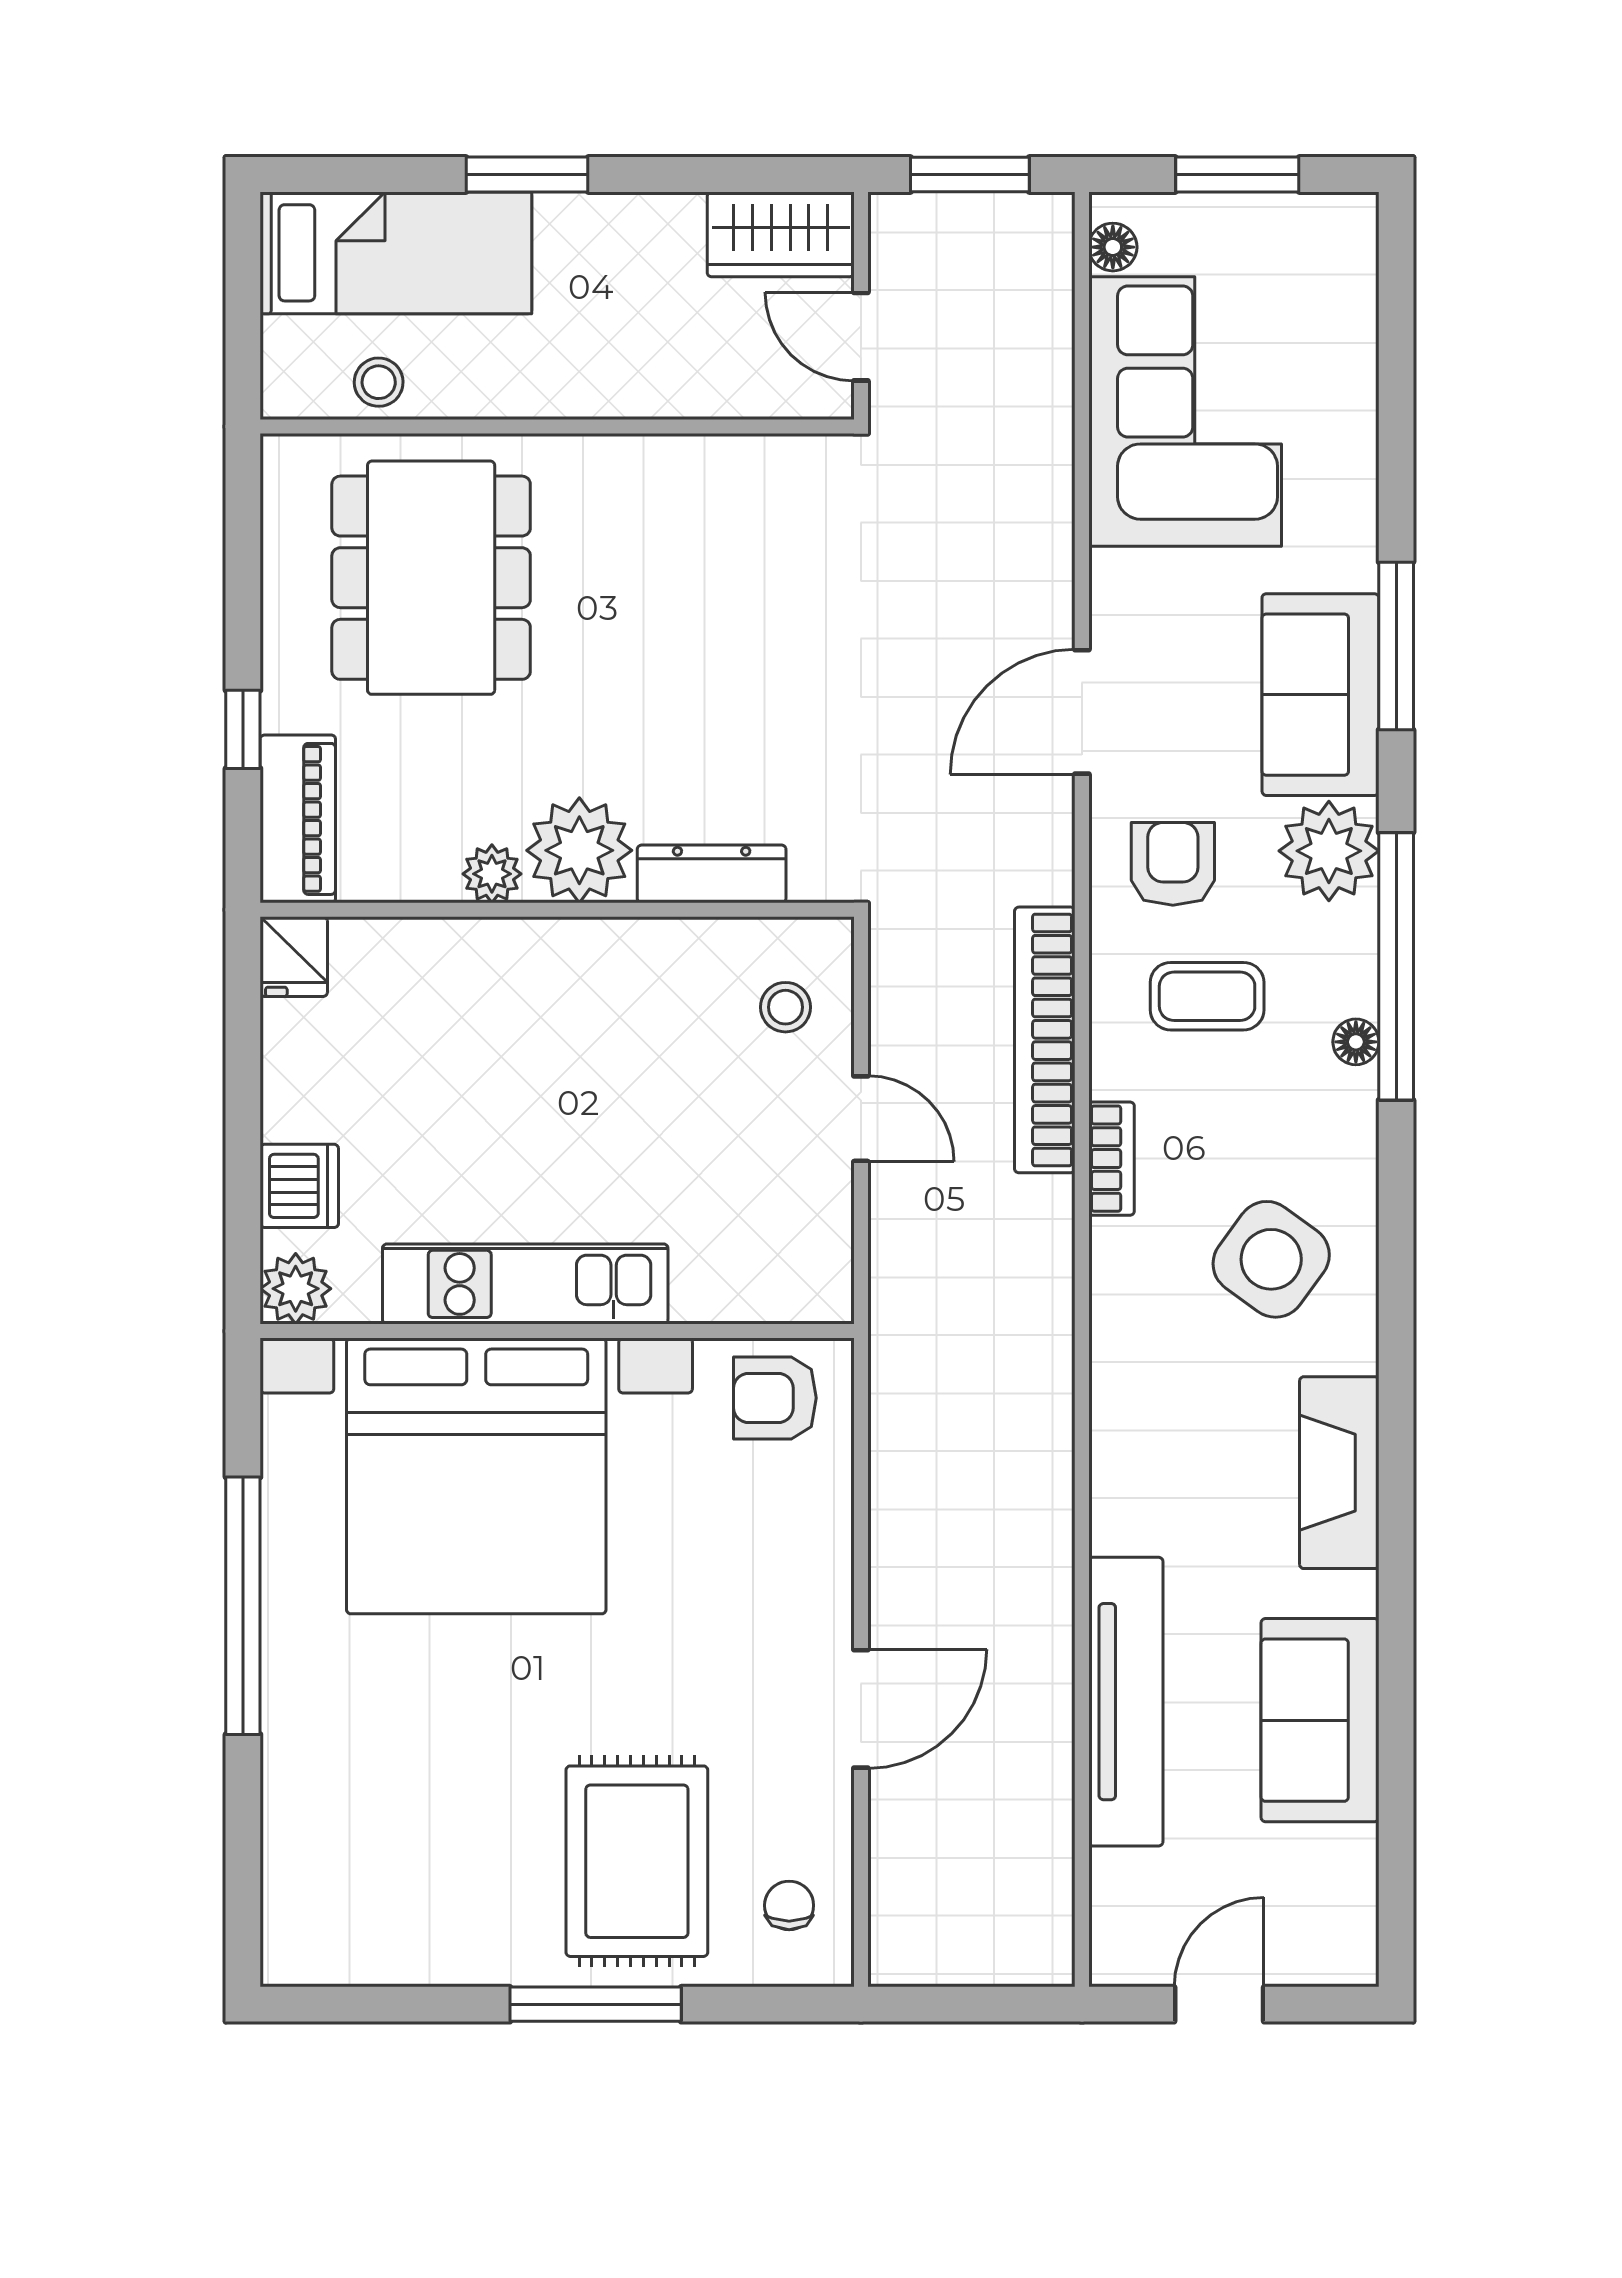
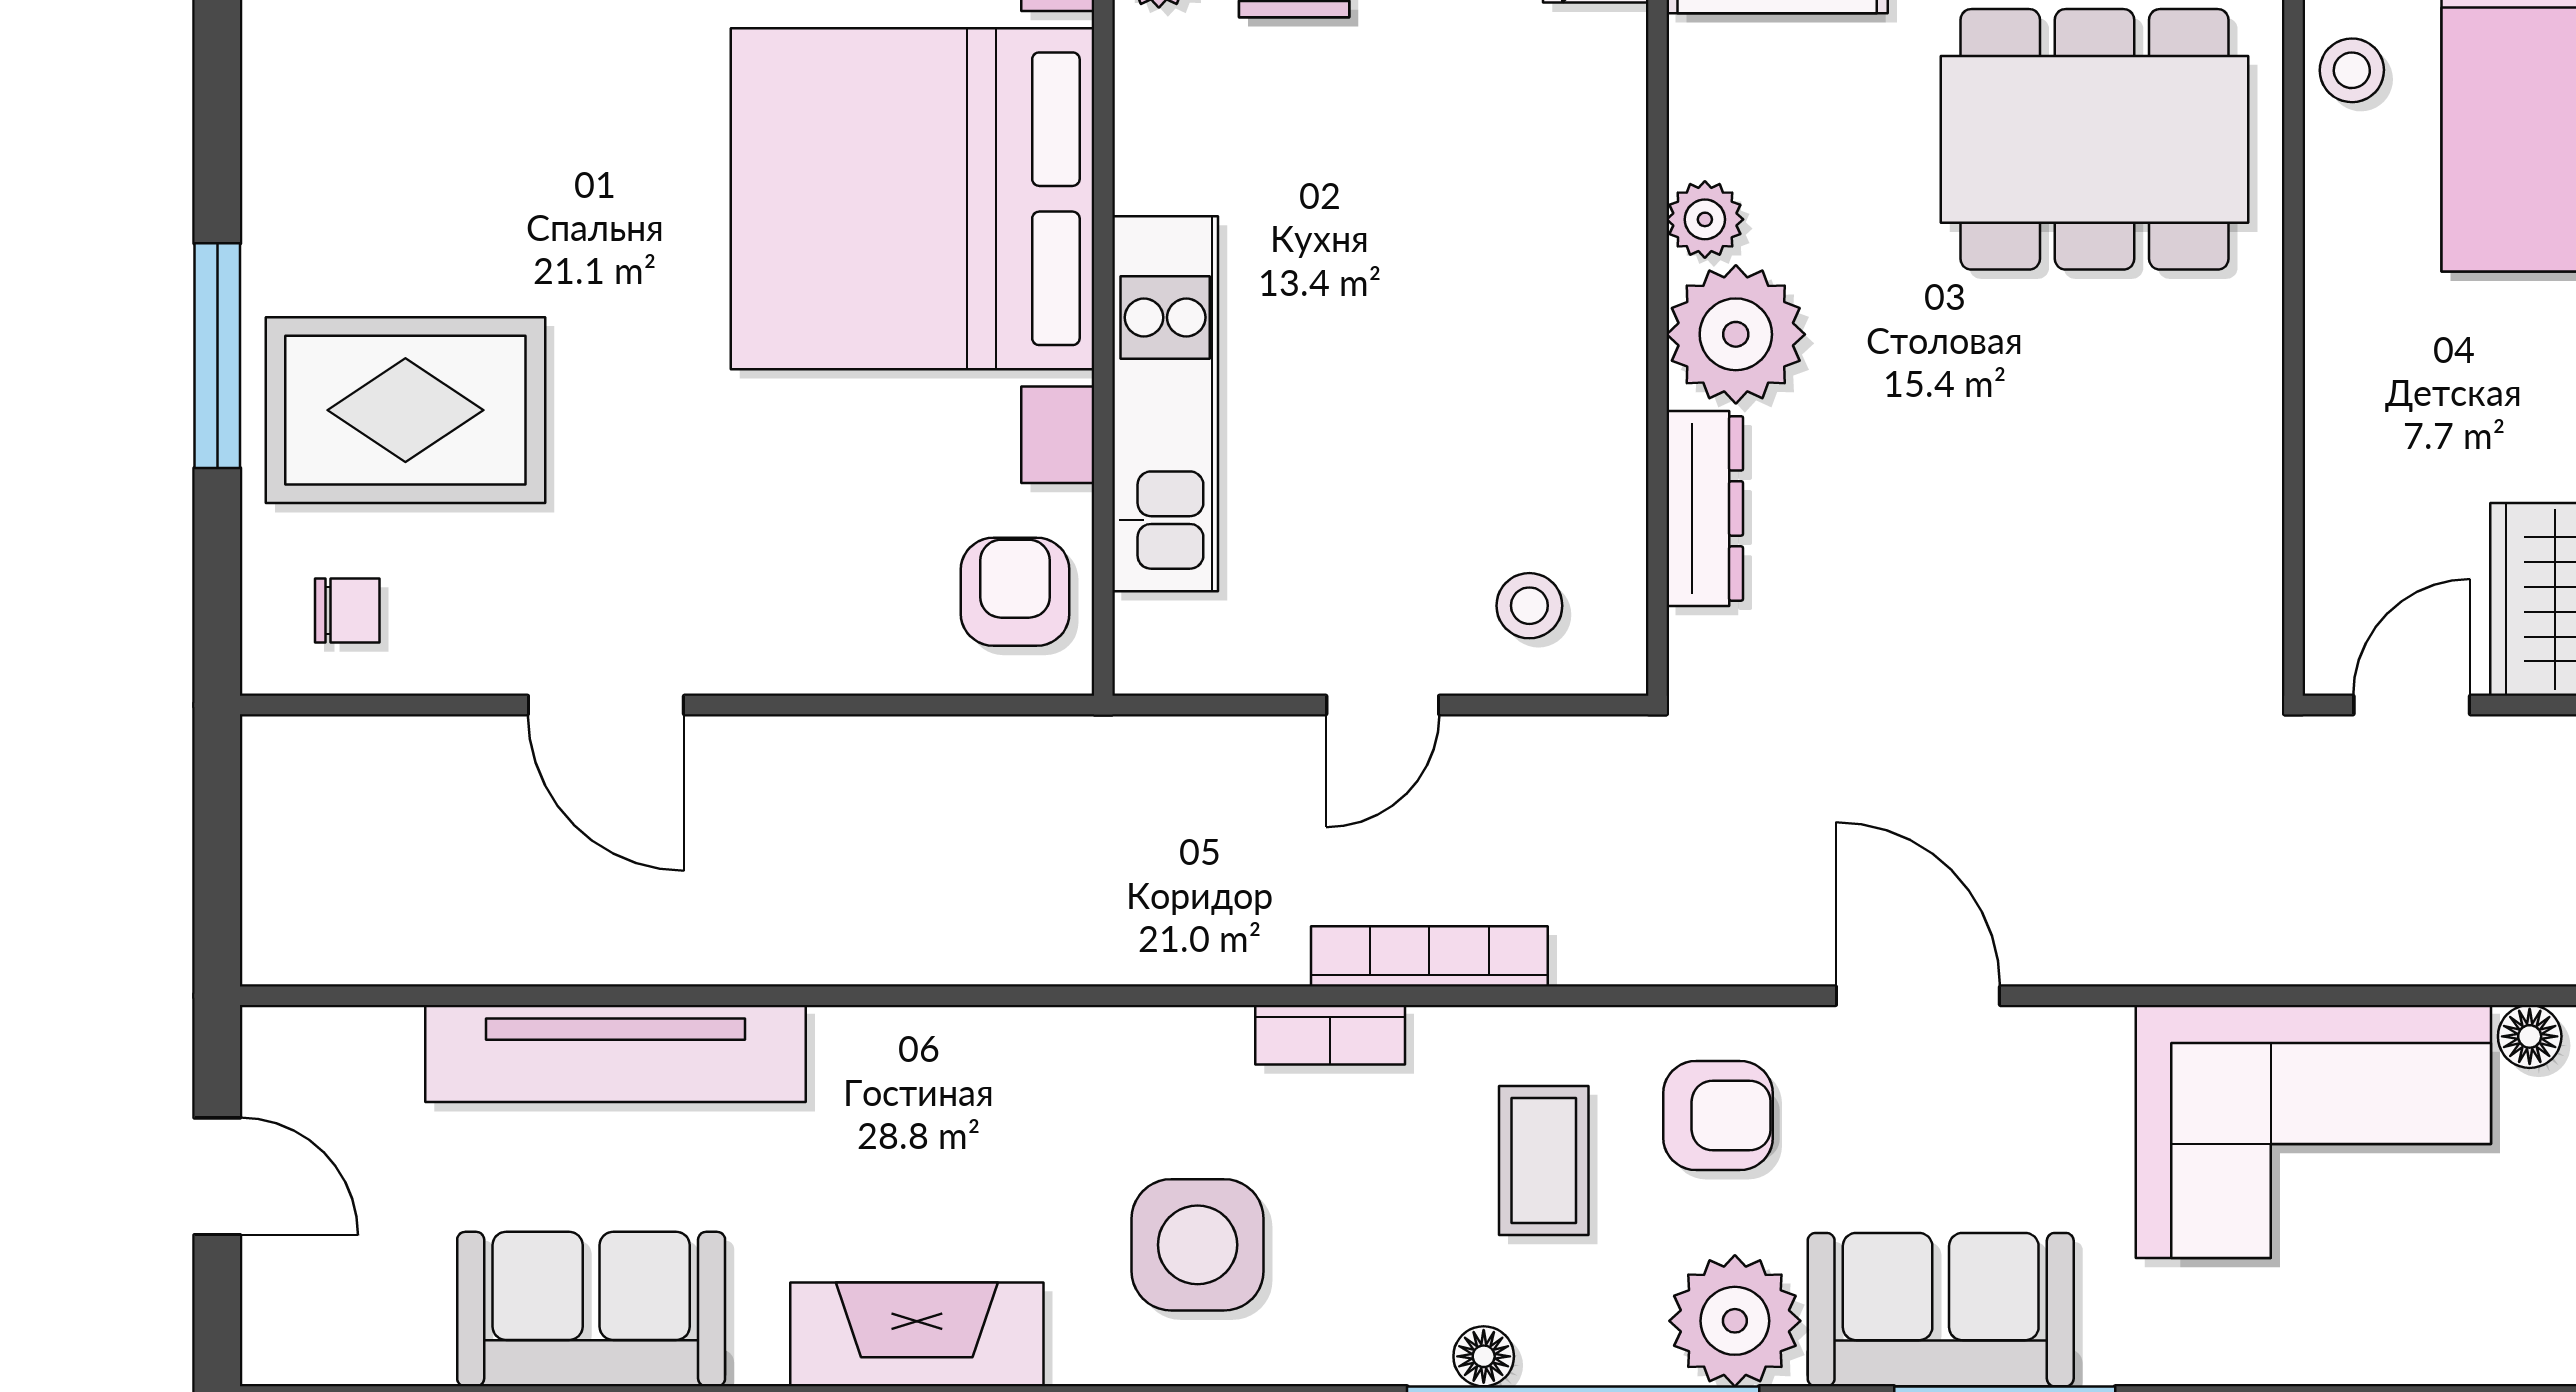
bookcase: (1045, 1040) -> (1429, 956), width x0.68, depth x0.76
side table: (1271, 1259) -> (1198, 1245), turned -36
kitchen unit: (525, 1284) -> (1165, 404), moved

